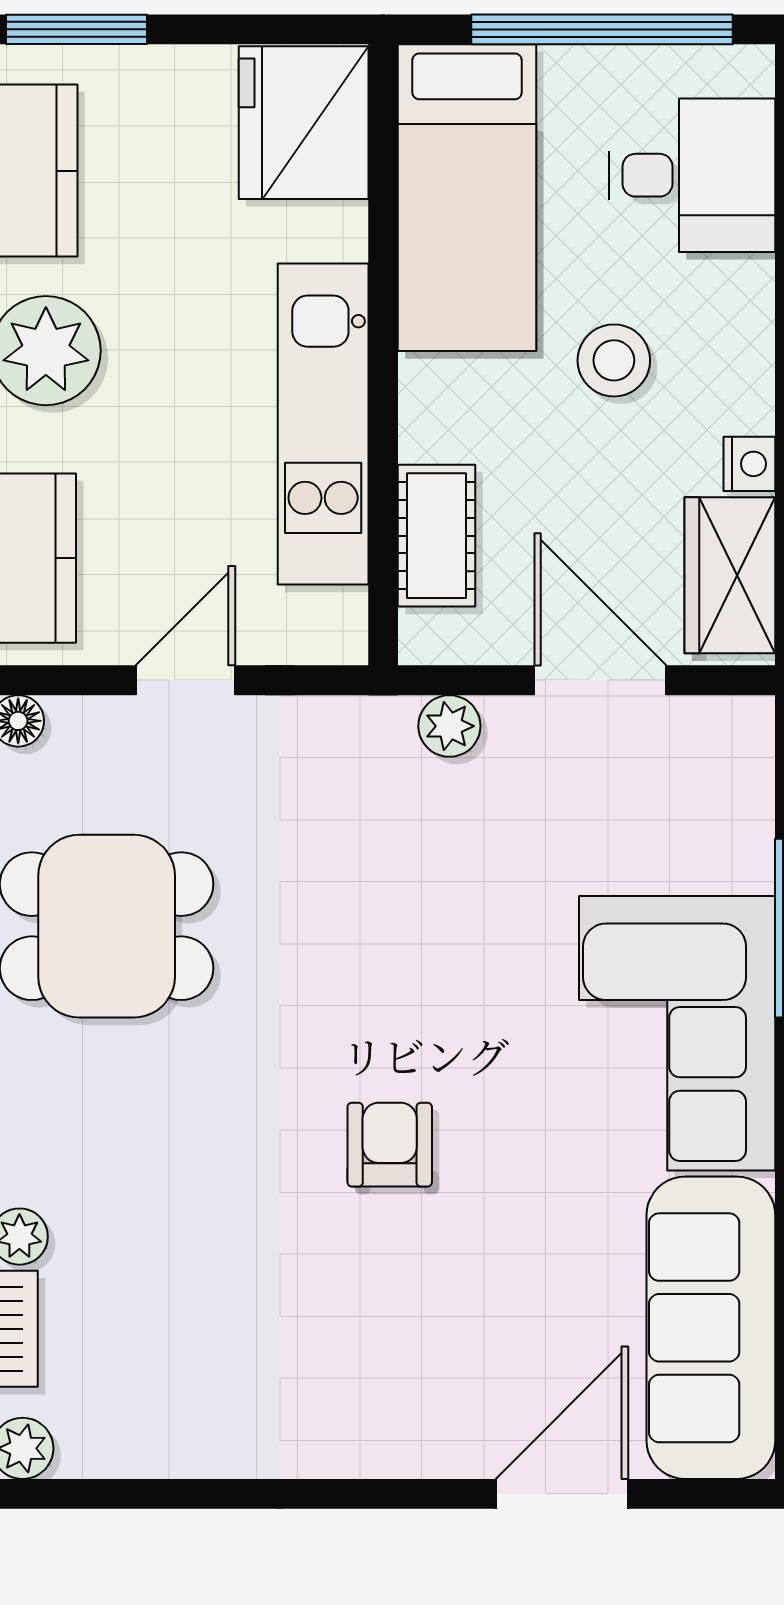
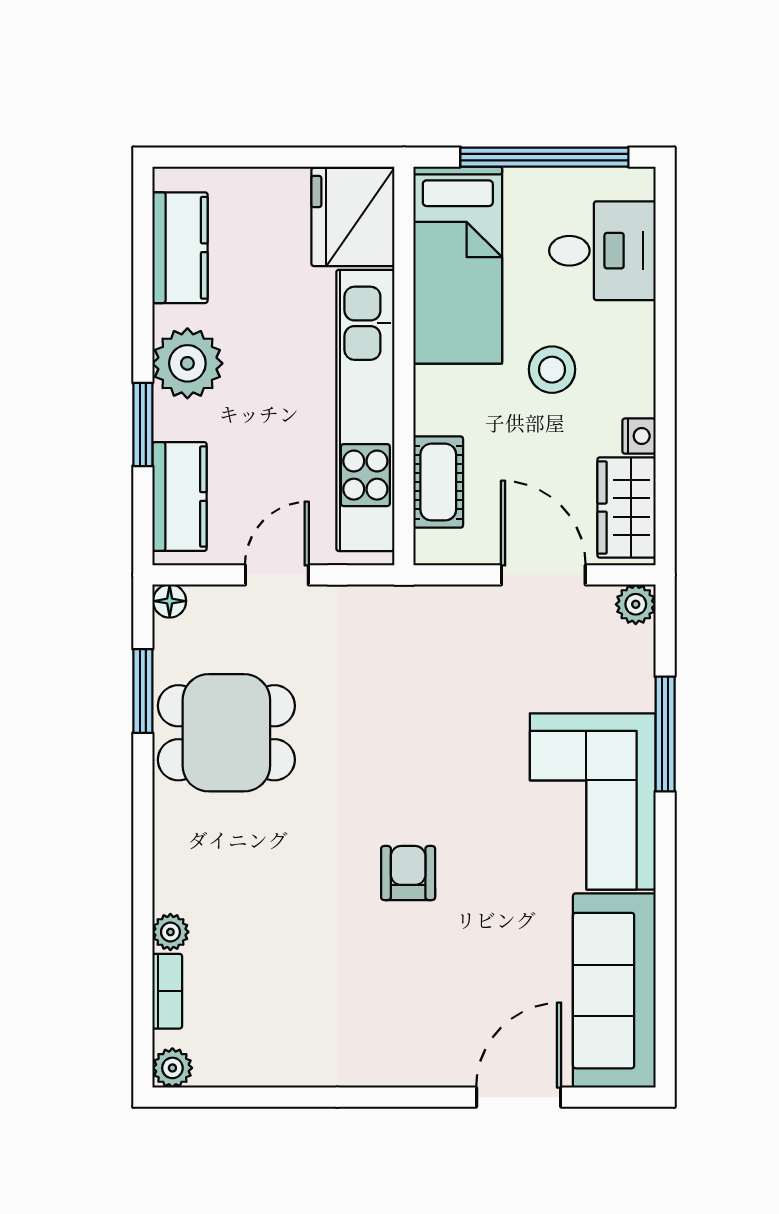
window: (76, 29) -> (207, 157), removed
kitchen unit: (323, 424) -> (365, 410), width x1.36
plant: (449, 726) -> (636, 604), moved

